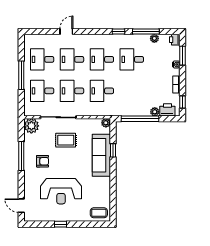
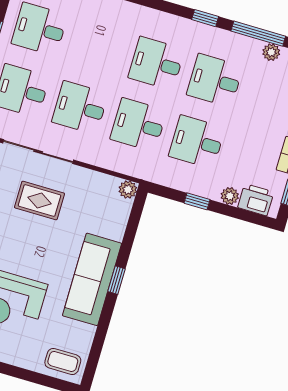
desk: (72, 59) -> (197, 142), moved
window: (140, 119) -> (197, 201), width x0.32
window: (113, 150) -> (116, 280), moved
sofa: (101, 155) -> (92, 279), moved

